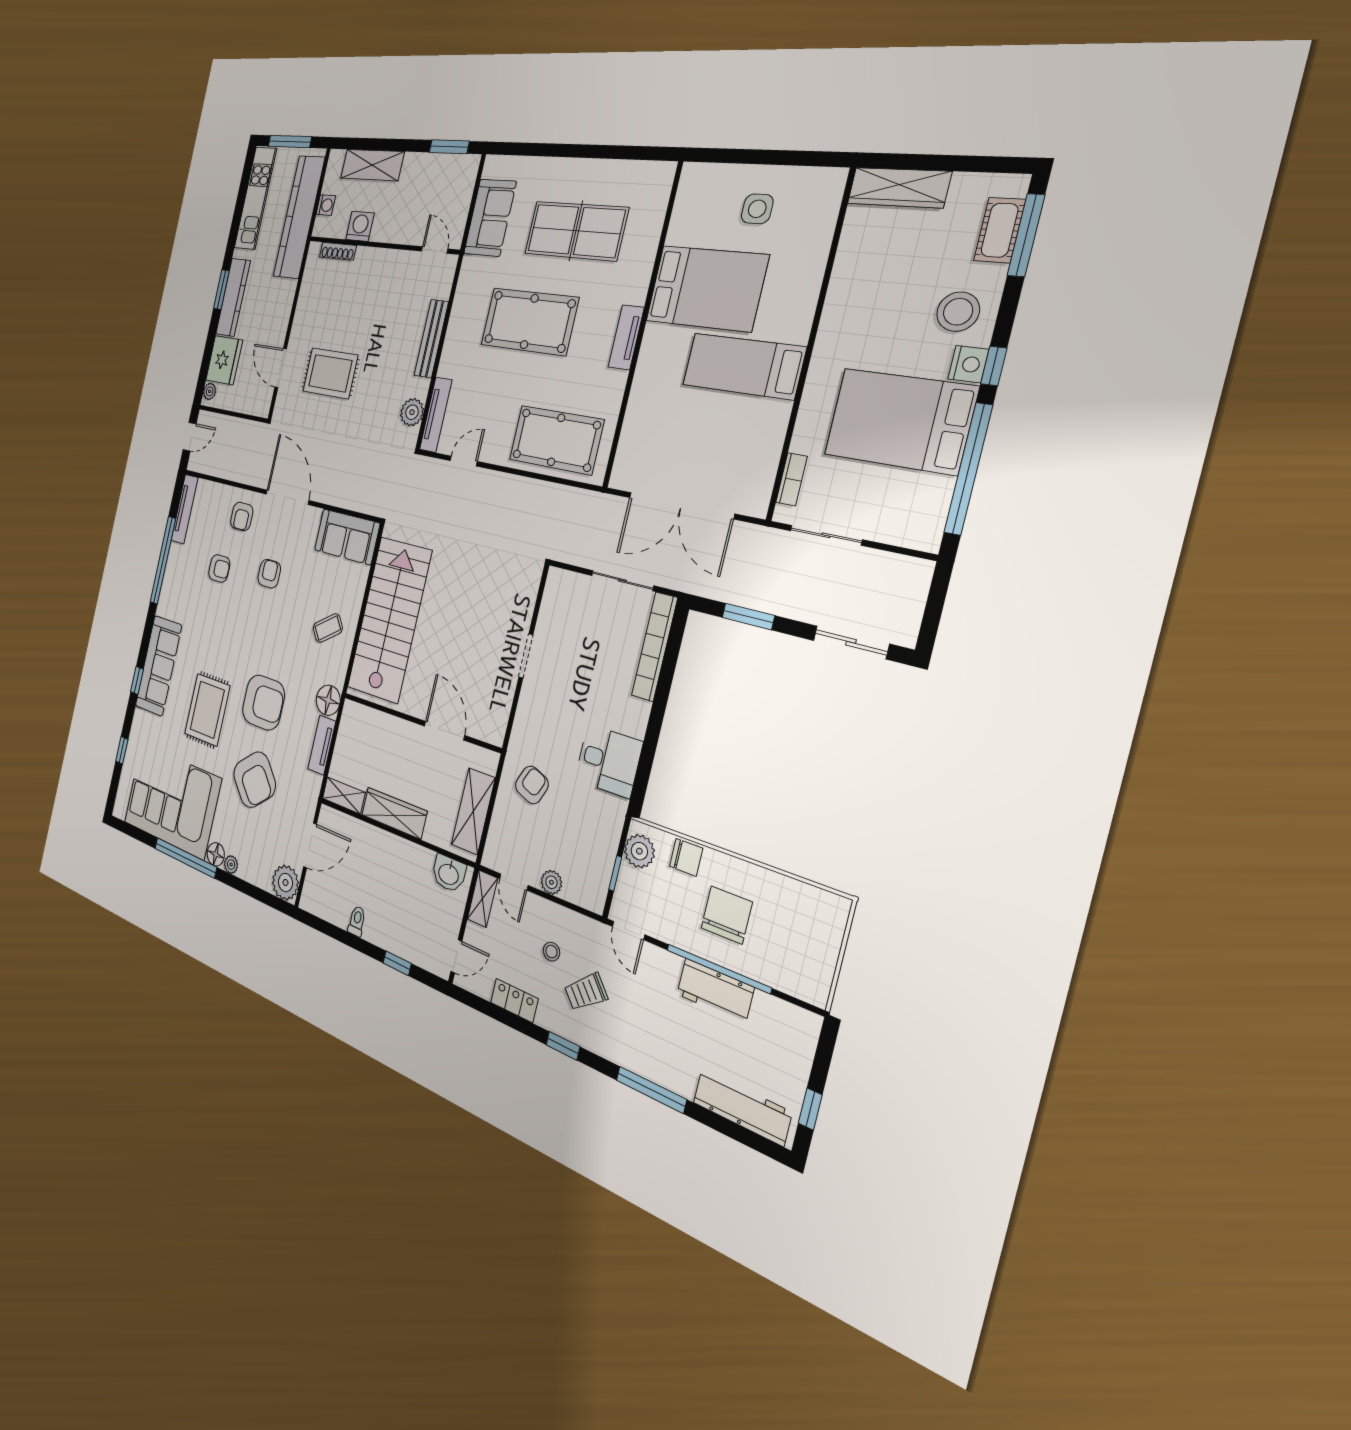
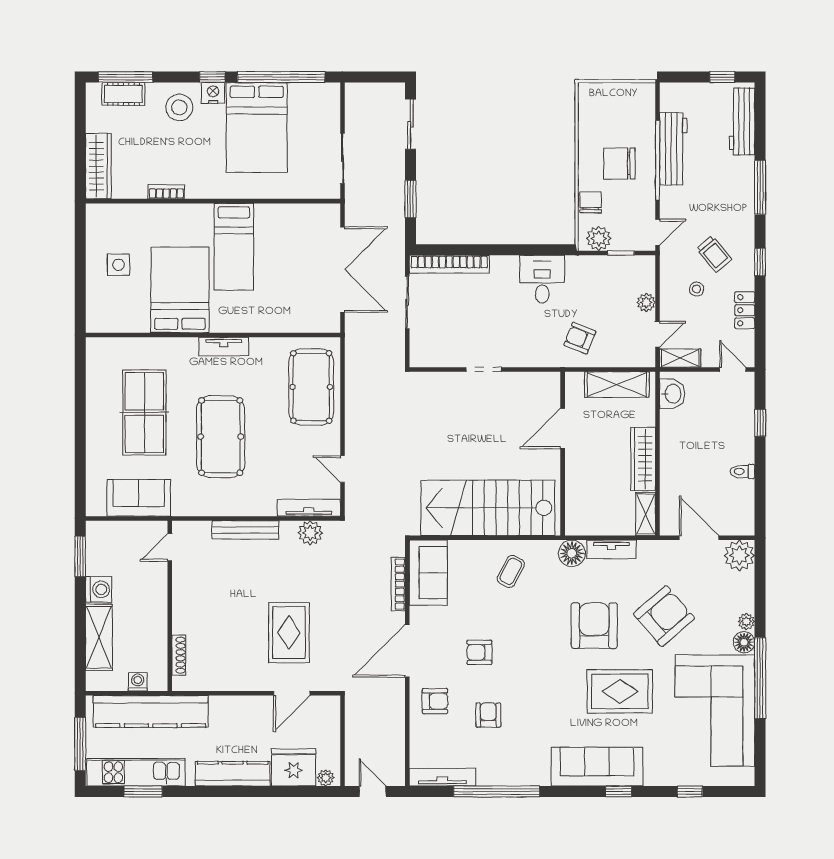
washing machine: (360, 226) -> (99, 589), moved, turned 180
window: (221, 290) -> (143, 791), moved
bookcase: (792, 479) -> (166, 192), moved
bookcase: (345, 501) -> (398, 584), added
coffee table: (328, 628) -> (511, 571), turned 63
workbench: (715, 991) -> (673, 149), width x1.38

